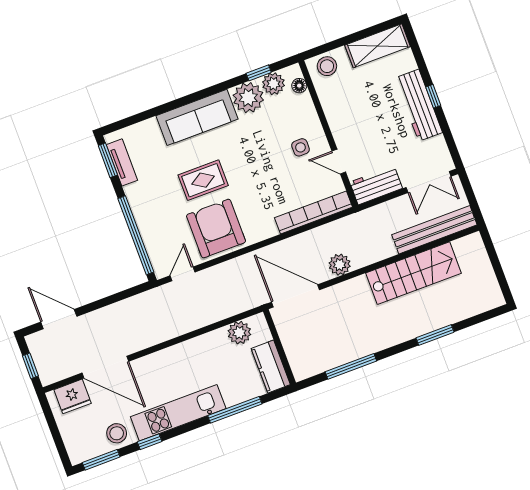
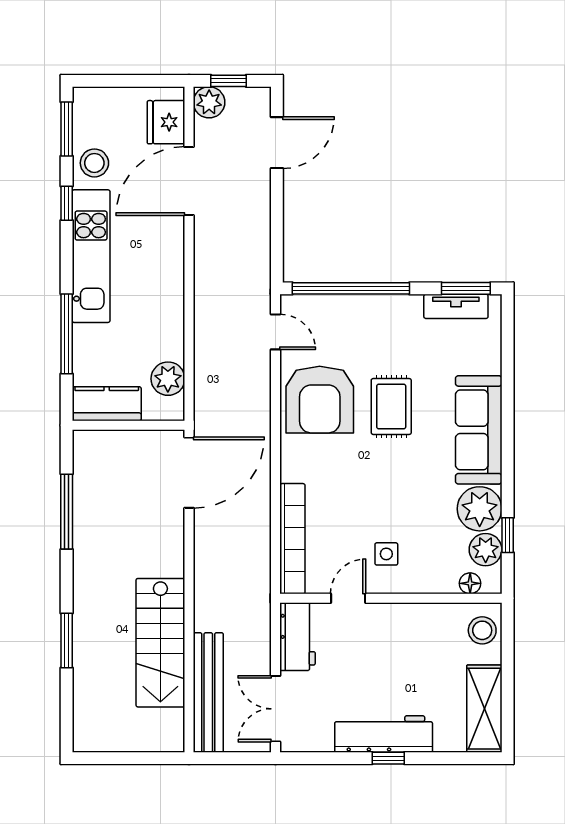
armchair: (216, 229) -> (320, 400), turned 90
plant: (340, 265) -> (209, 102), moved

